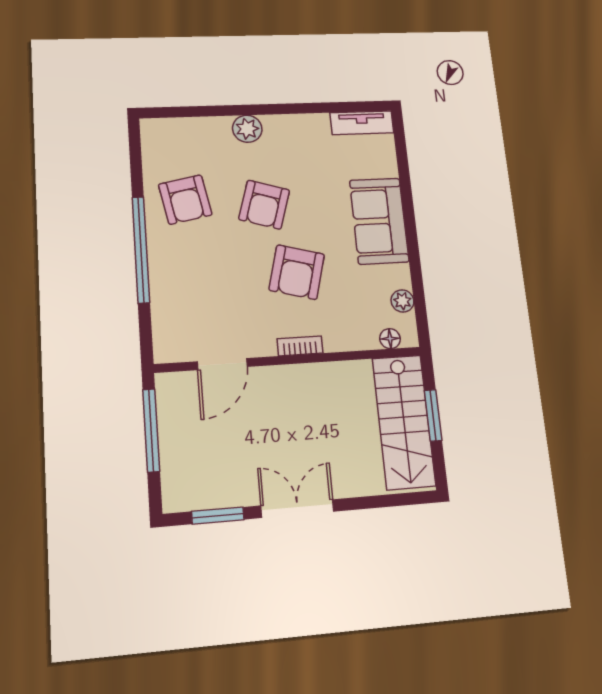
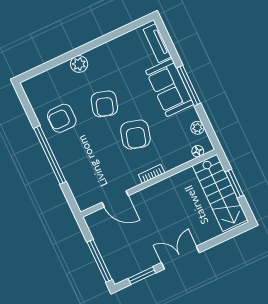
tv unit: (362, 123) -> (157, 43), moved, turned 90
armchair: (185, 200) -> (62, 118), turned 101
window: (411, 230) -> (189, 86), added
door: (222, 364) -> (115, 199), hinge flipped
window: (151, 430) -> (99, 261), moved

